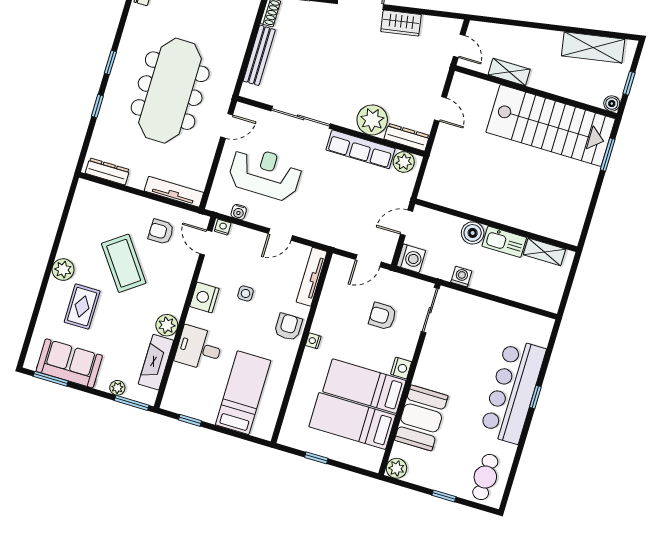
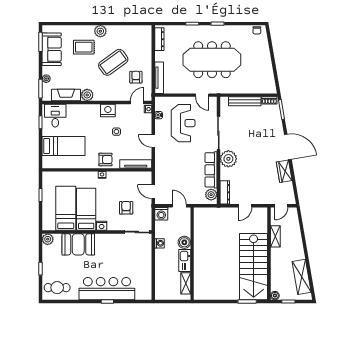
plant: (372, 120) -> (228, 159), moved
desk: (199, 348) -> (55, 116), moved

